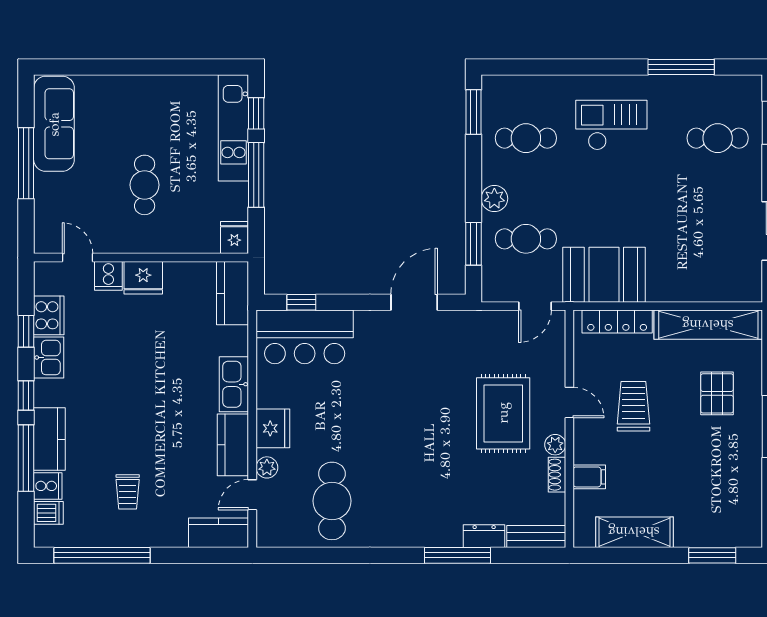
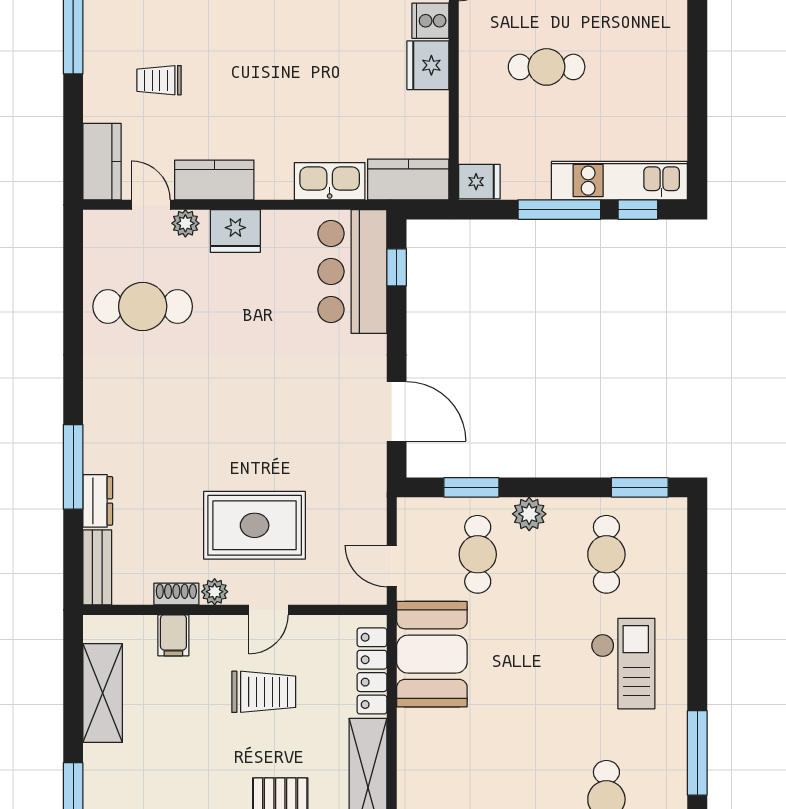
kitchen sink: (234, 384) -> (330, 181), moved
trolley: (128, 492) -> (159, 80), moved

